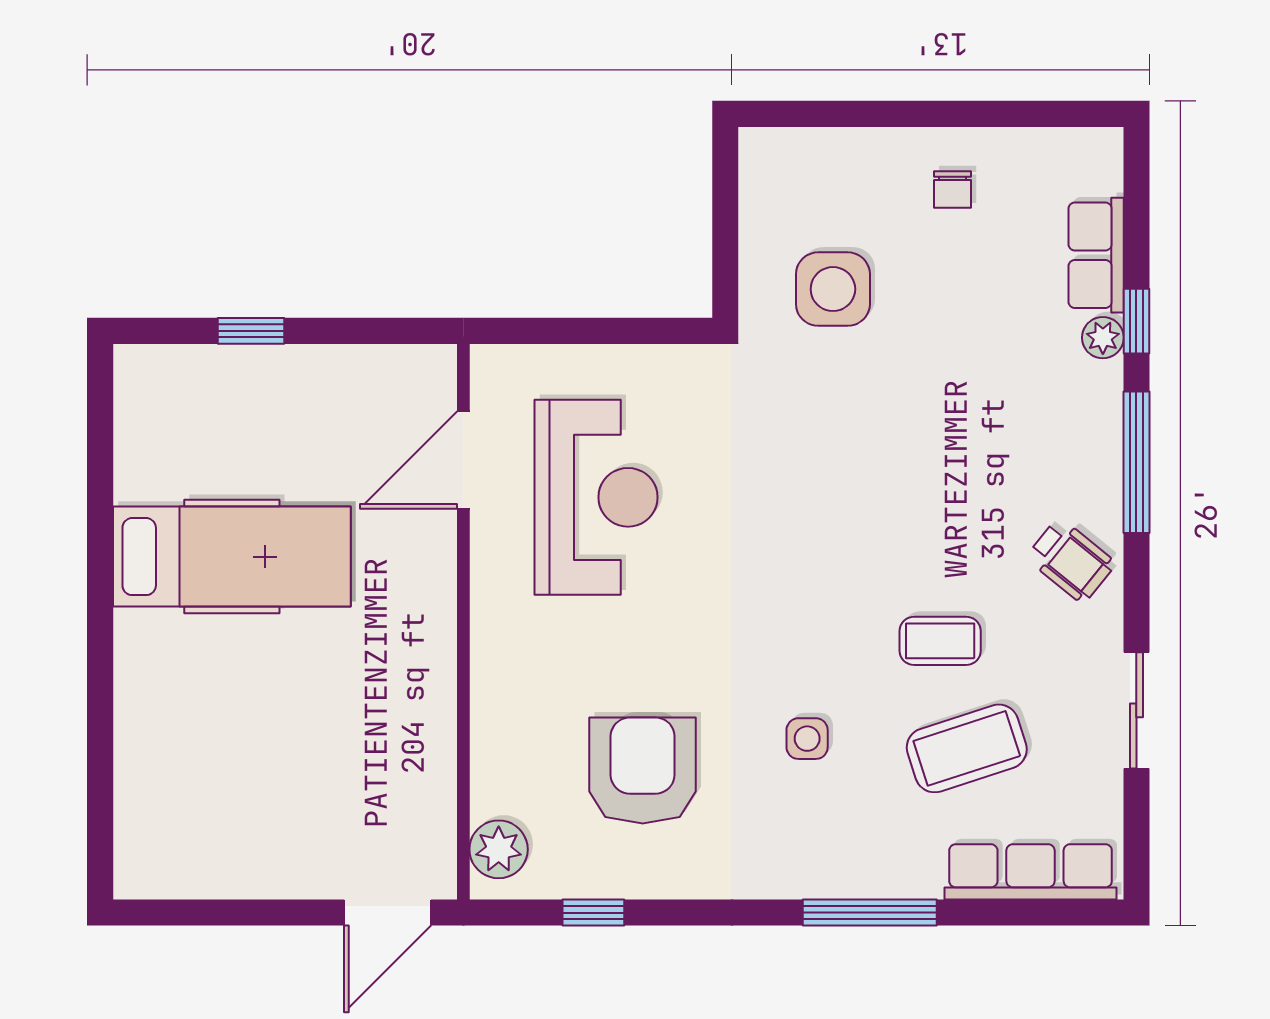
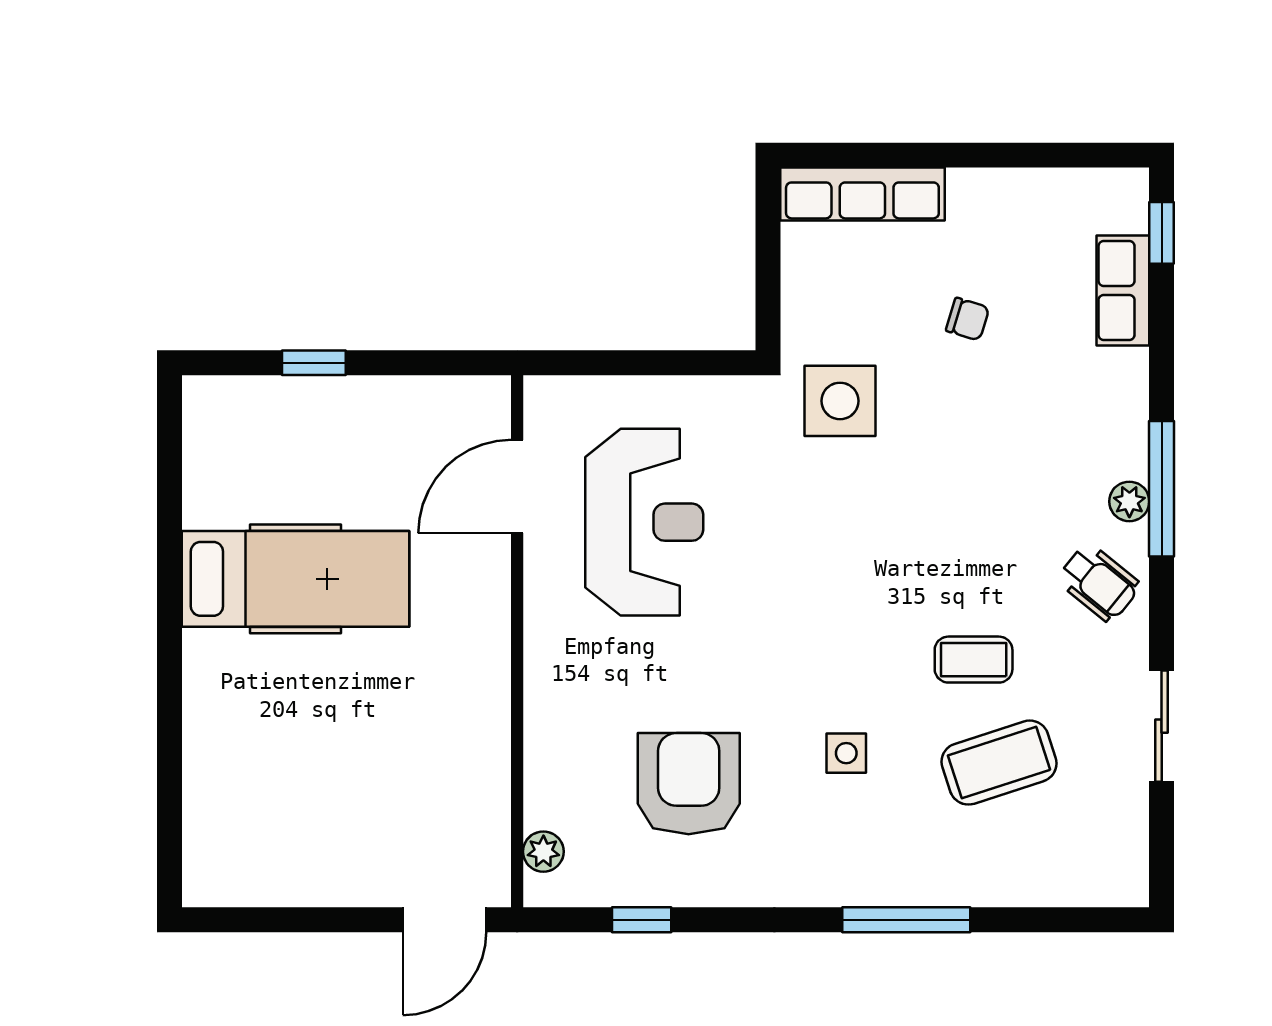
chair: (953, 189) -> (968, 319), moved, turned -73
side table: (833, 289) -> (840, 401), moved
window: (1136, 321) -> (1162, 233), moved
plant: (1103, 338) -> (1129, 501), moved
plant: (499, 849) -> (543, 852), width x0.73, depth x0.73
row of seats: (1031, 872) -> (862, 194), moved, turned 180

